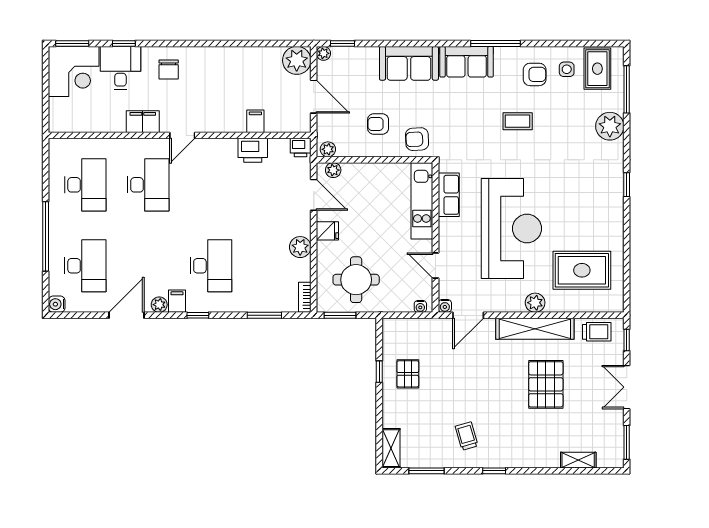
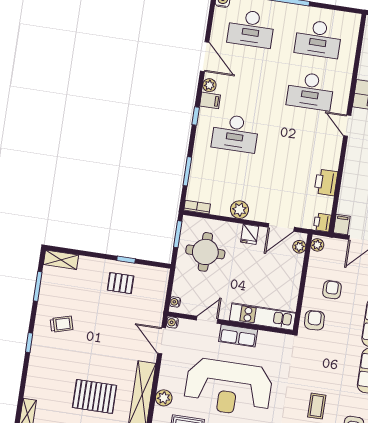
filing cabinet: (255, 121) -> (342, 225), moved, turned -90
row of seats: (449, 195) -> (238, 336), moved

